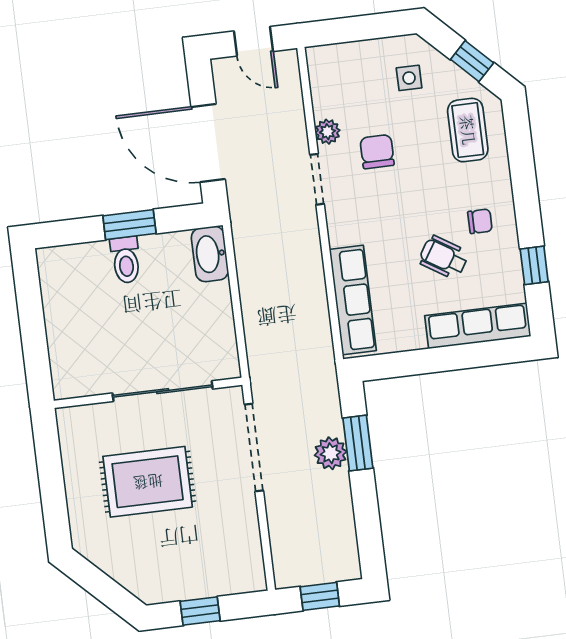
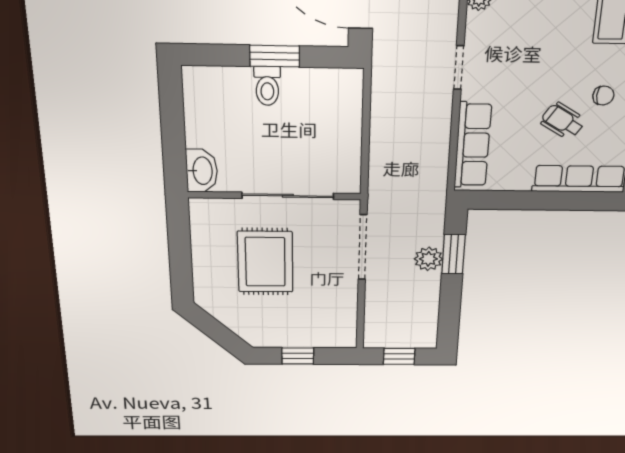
chair: (377, 152) -> (523, 23), removed
doorway: (317, 179) -> (459, 68), moved
washbasin: (210, 254) -> (202, 171), moved, turned 180
rug: (148, 482) -> (265, 262), turned 90

